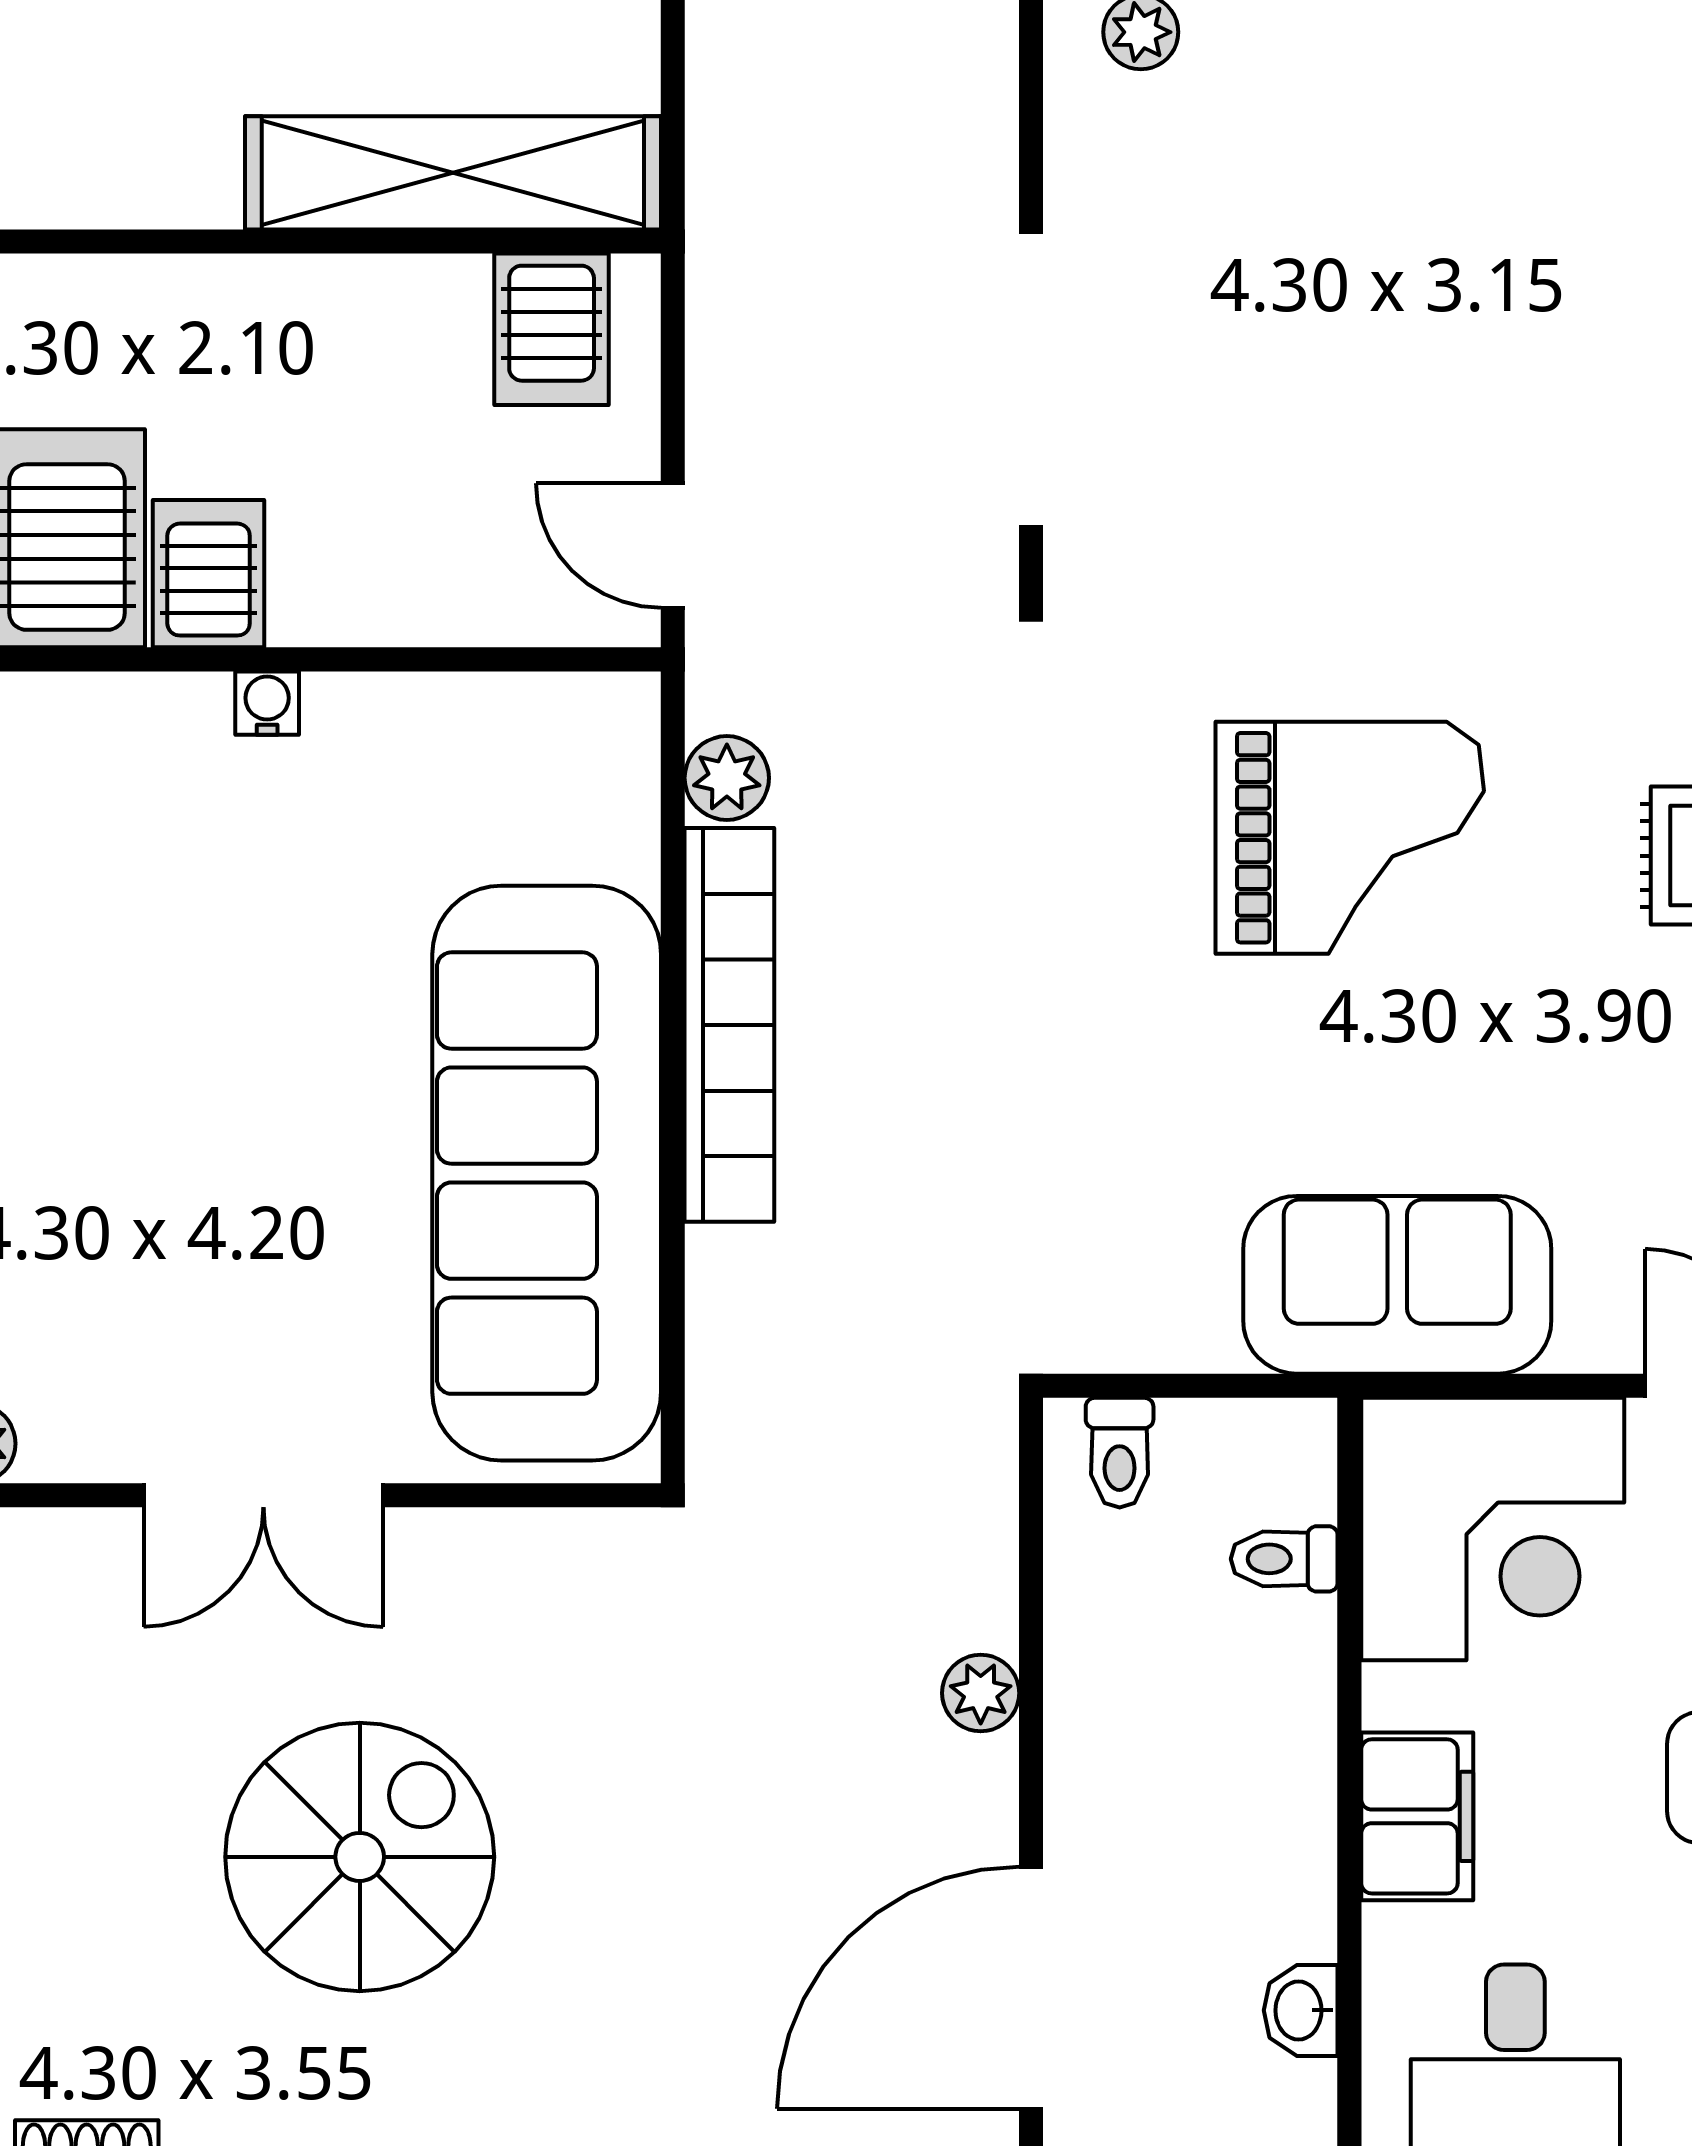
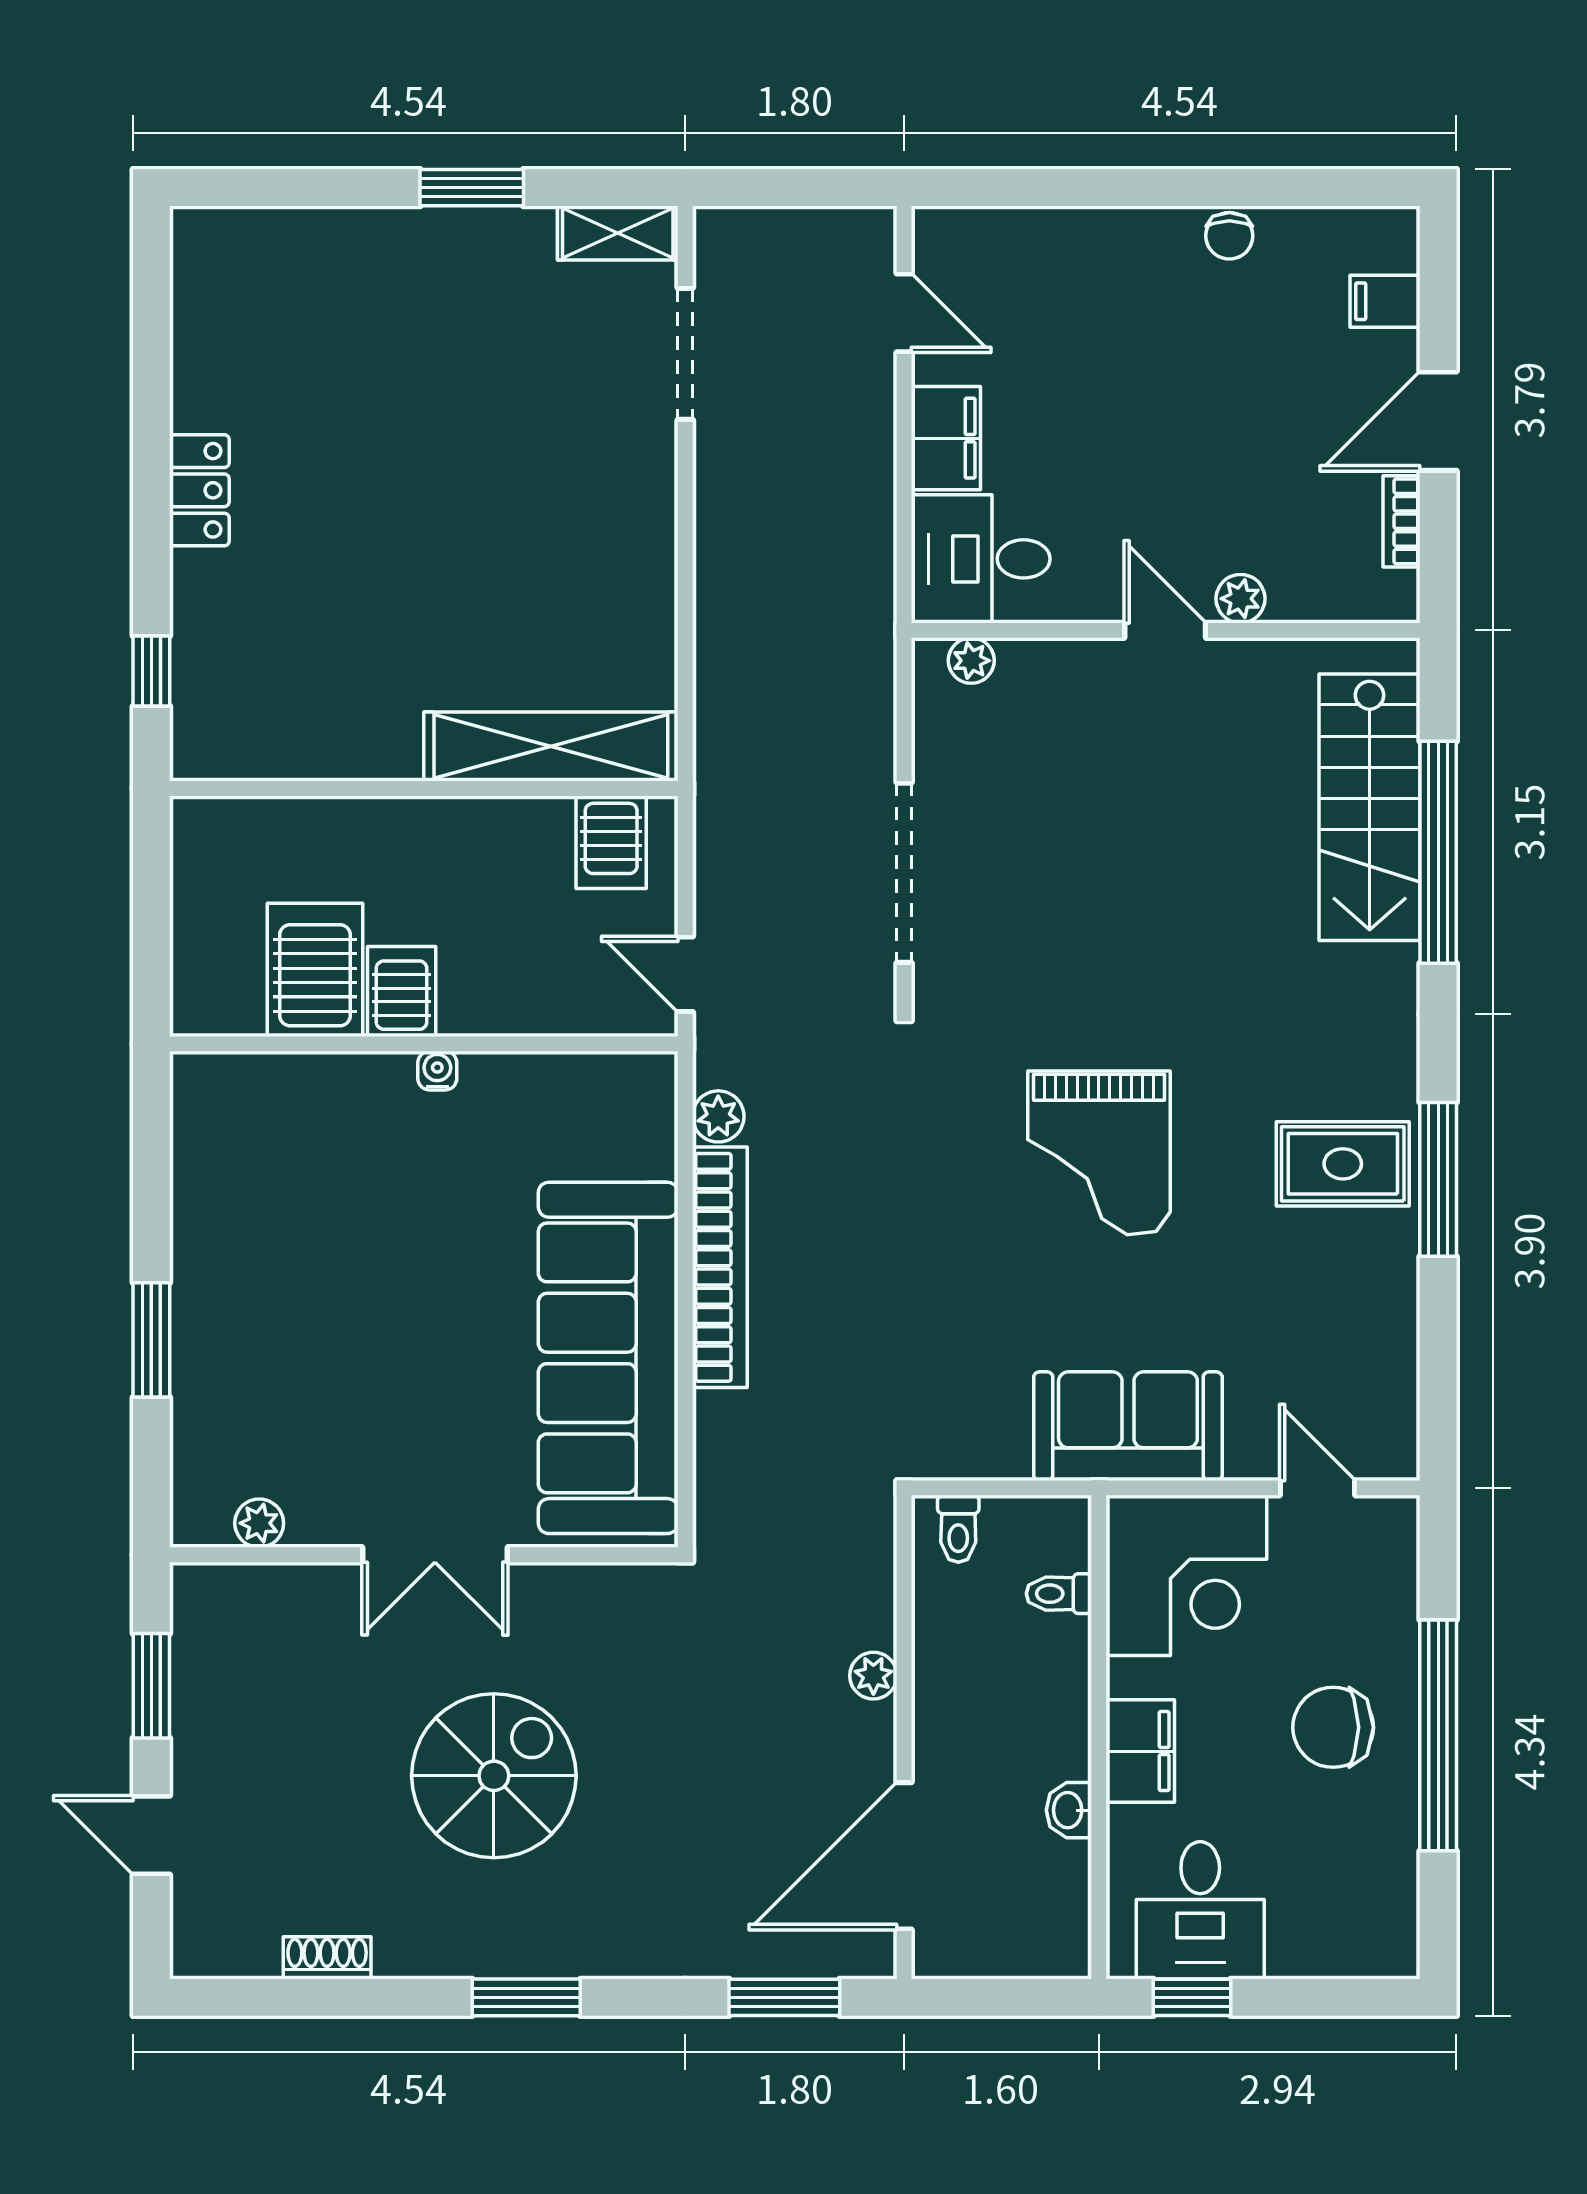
grand piano: (1350, 838) -> (1099, 1153), turned 90
washbasin: (1301, 2010) -> (1069, 1810), moved

